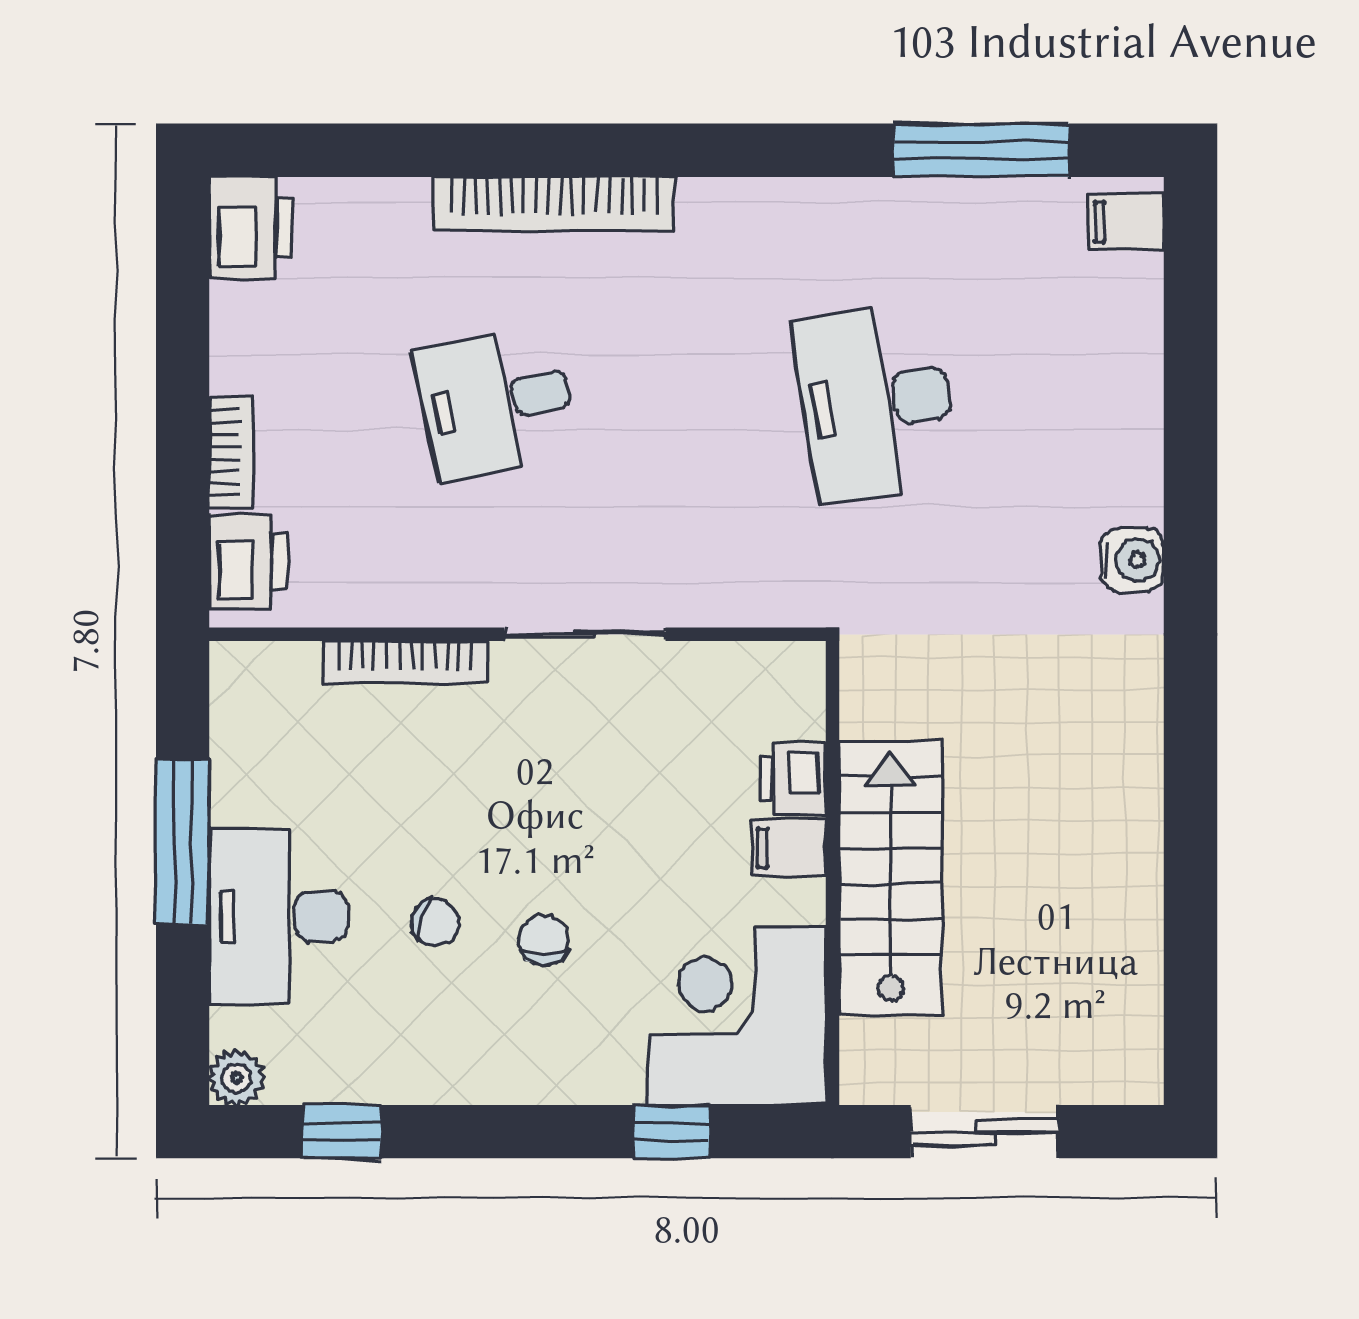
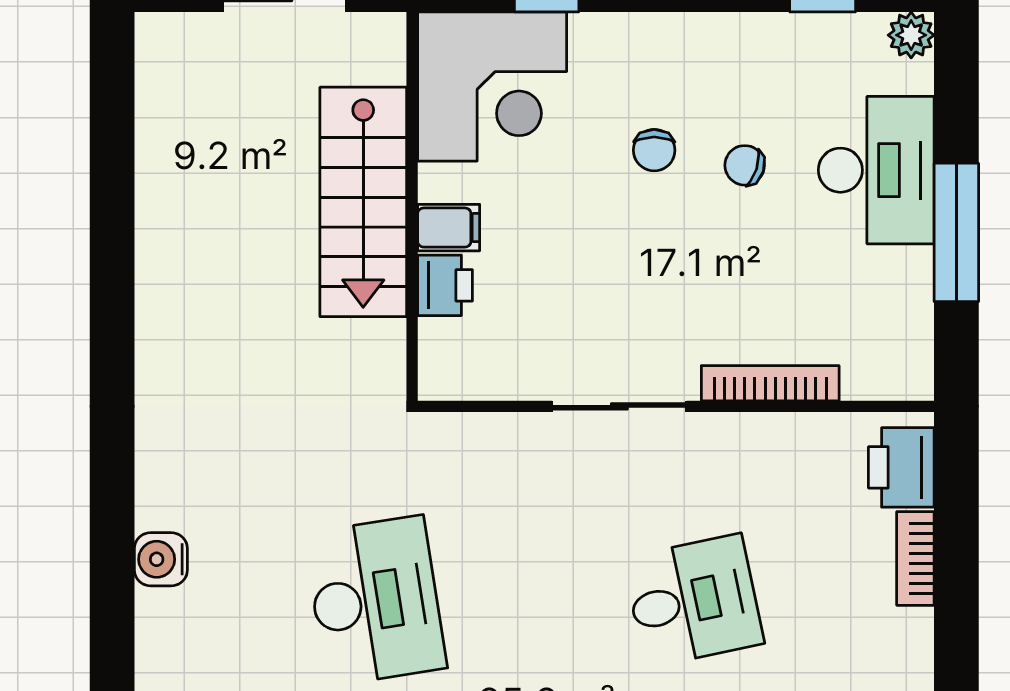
water cooler: (1132, 560) -> (161, 559), moved

